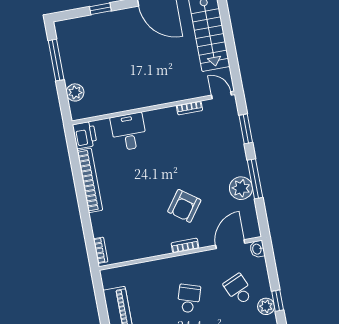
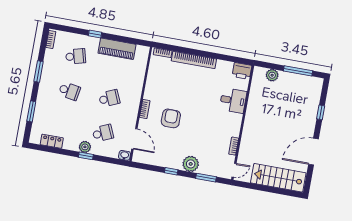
window: (255, 179) -> (171, 171), width x0.46
bookcase: (90, 180) -> (194, 60), moved
plant: (241, 188) -> (191, 164), moved
armchair: (184, 206) -> (171, 118), turned 54
school desk: (189, 299) -> (109, 98), turned -42

